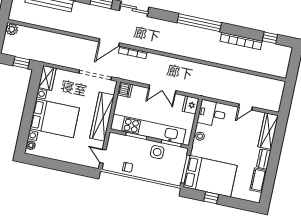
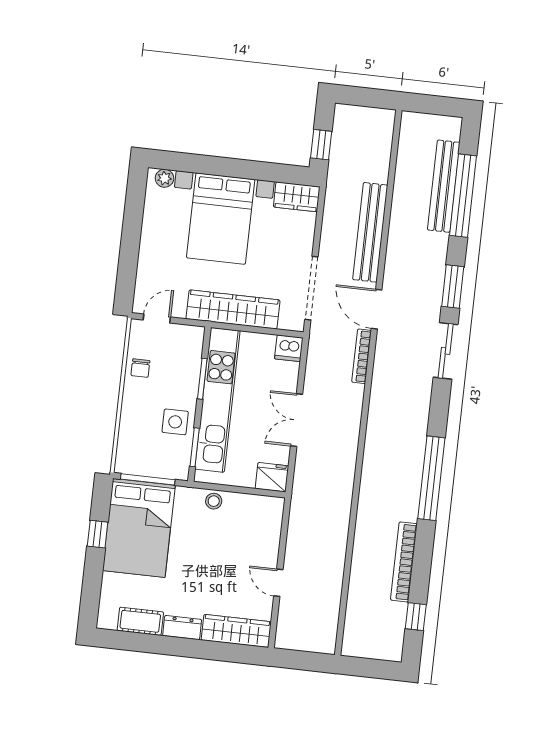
plant: (12, 29) -> (383, 120), removed
bench: (69, 42) -> (370, 232), added
desk: (212, 113) -> (260, 520), removed

